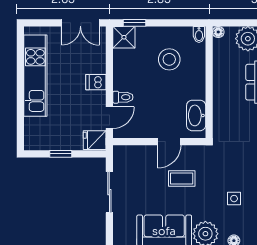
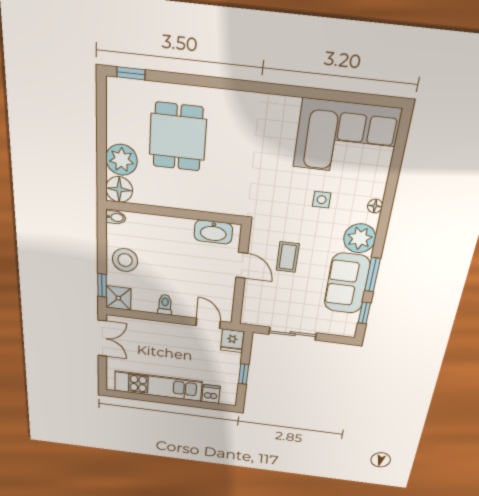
floor lamp: (218, 32) -> (119, 189), width x1.89, depth x1.89
stool: (169, 59) -> (125, 260), moved
dishwasher: (96, 82) -> (211, 394), moved, turned 180
toilet: (123, 97) -> (165, 305), moved

